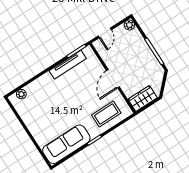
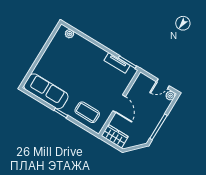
door: (105, 33) -> (163, 84), moved
tv unit: (68, 65) -> (117, 63), width x0.71
door: (113, 79) -> (119, 104), swing flipped

